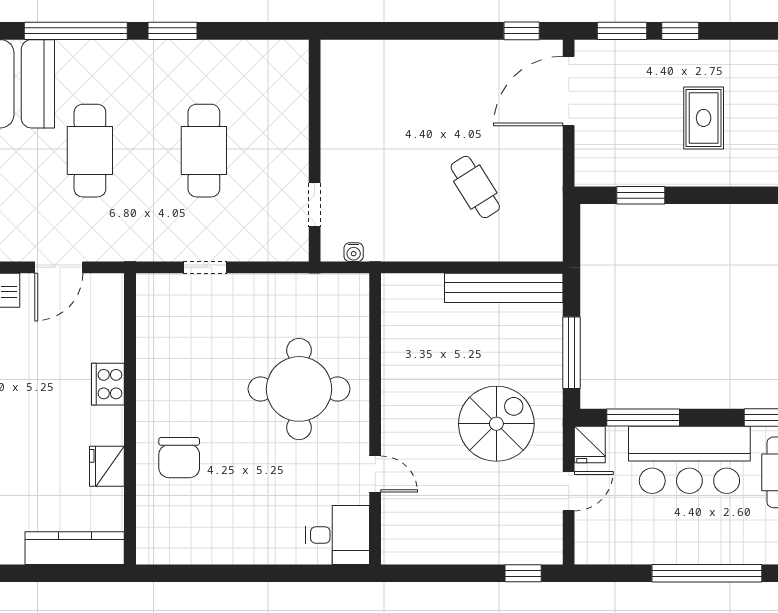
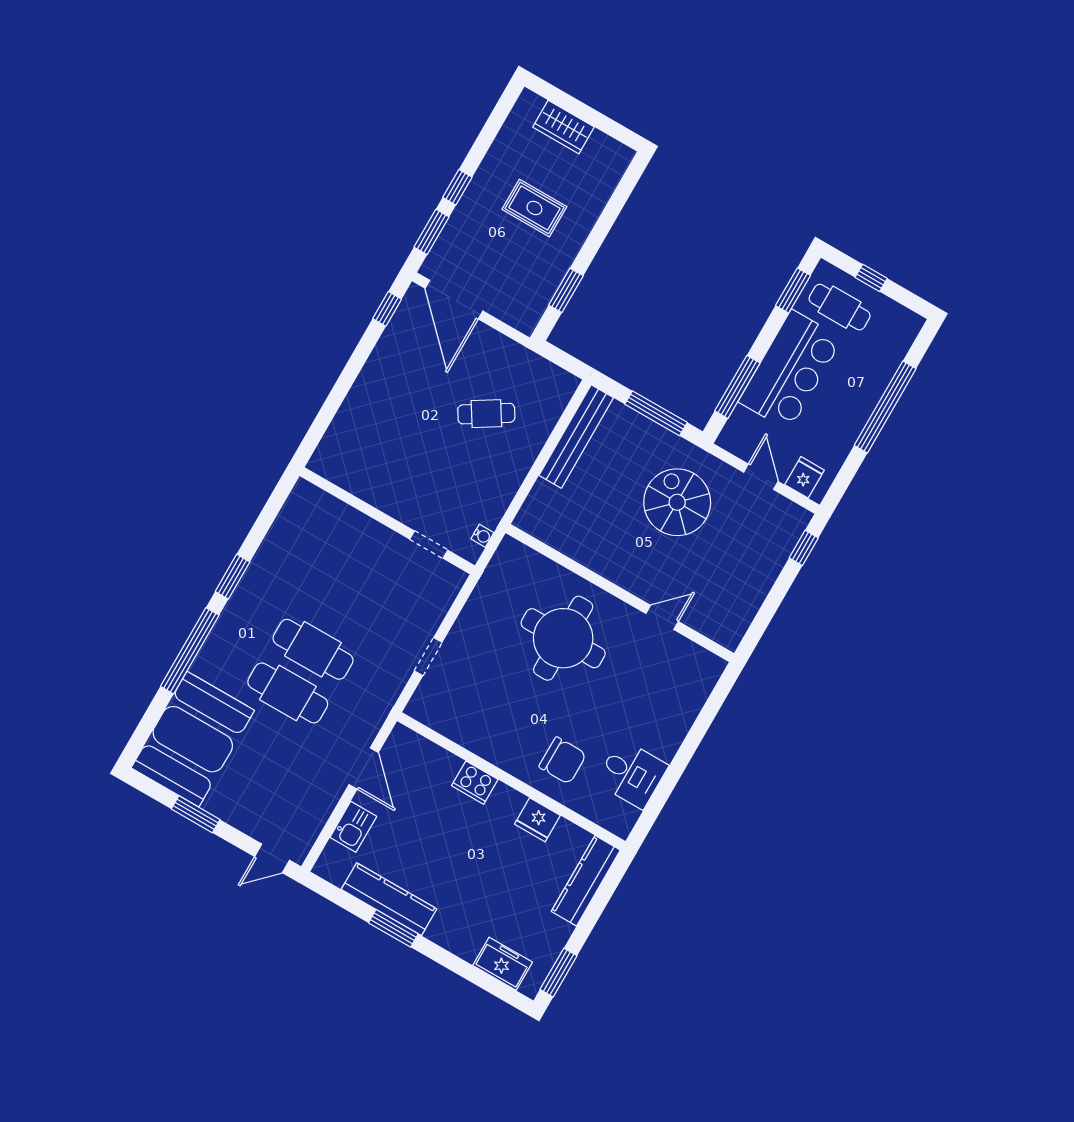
cafe table: (204, 151) -> (313, 649), moved
fridge: (590, 444) -> (805, 477), moved, turned -90
desk: (338, 535) -> (632, 774), moved, turned 90

